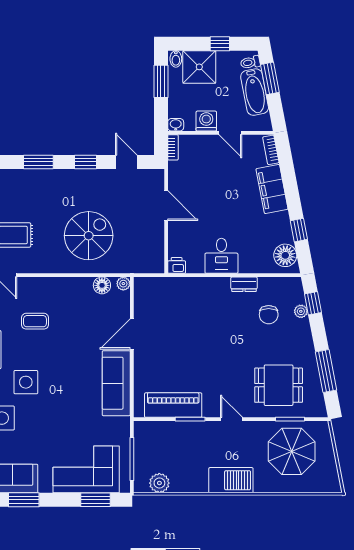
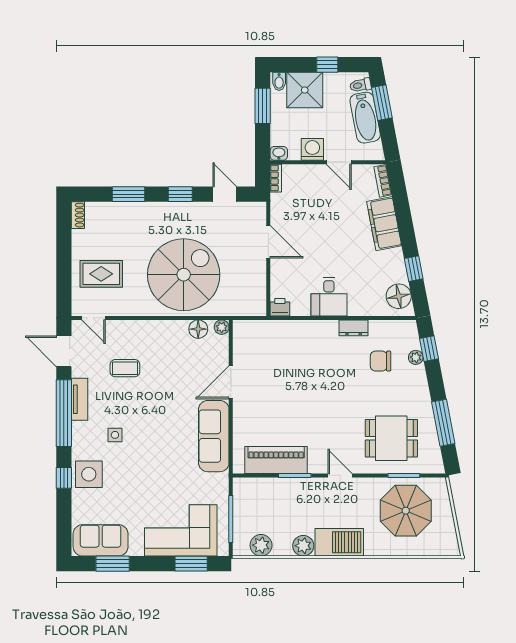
spiral stairs: (89, 236) -> (184, 275), width x1.37, depth x1.37
chair: (269, 315) -> (381, 361), turned 90
side table: (26, 382) -> (115, 435), width x0.54, depth x0.54
plant: (198, 483) -> (303, 546), added

